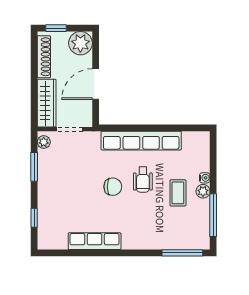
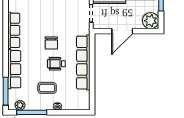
door: (96, 84) -> (122, 31), swing flipped
plant: (203, 191) -> (20, 105), moved
row of seats: (151, 240) -> (14, 69), added

